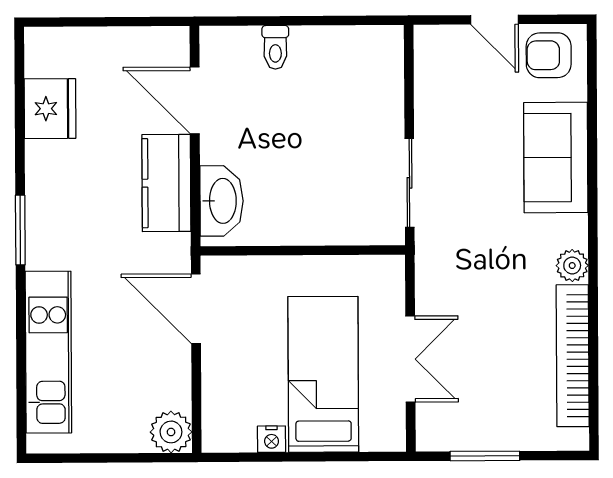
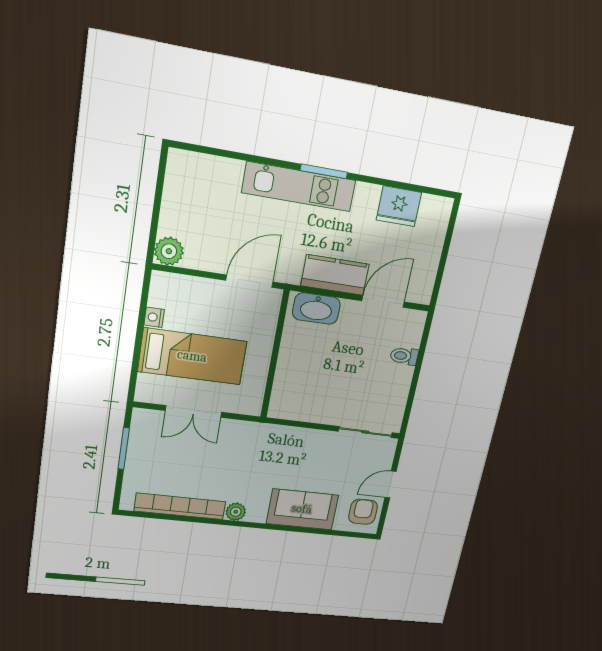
sliding door: (409, 183) -> (365, 432), moved
kitchen unit: (48, 352) -> (299, 187), moved

